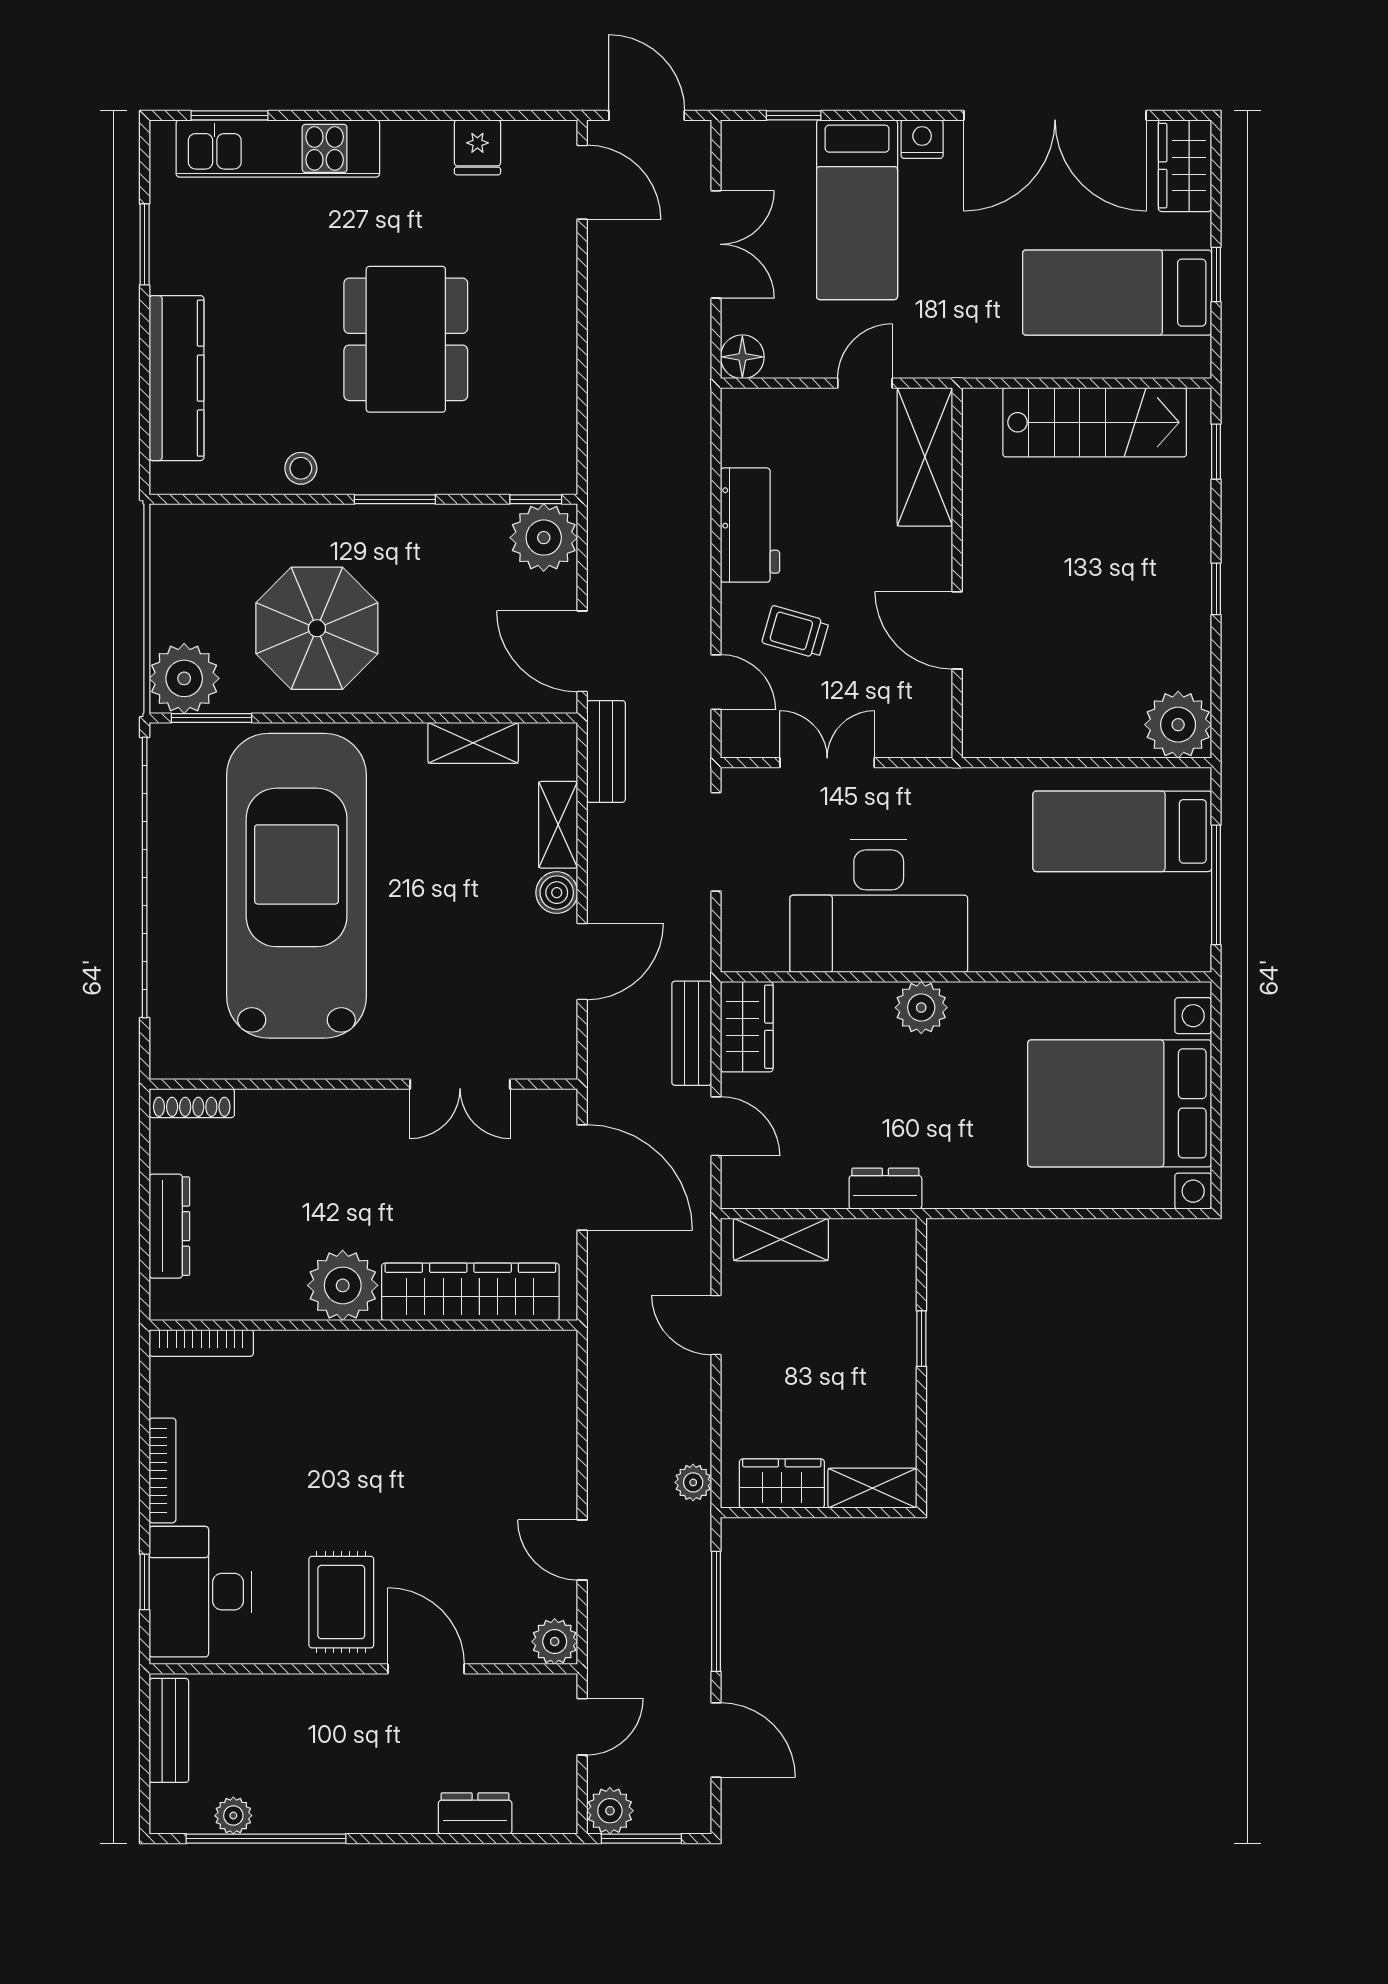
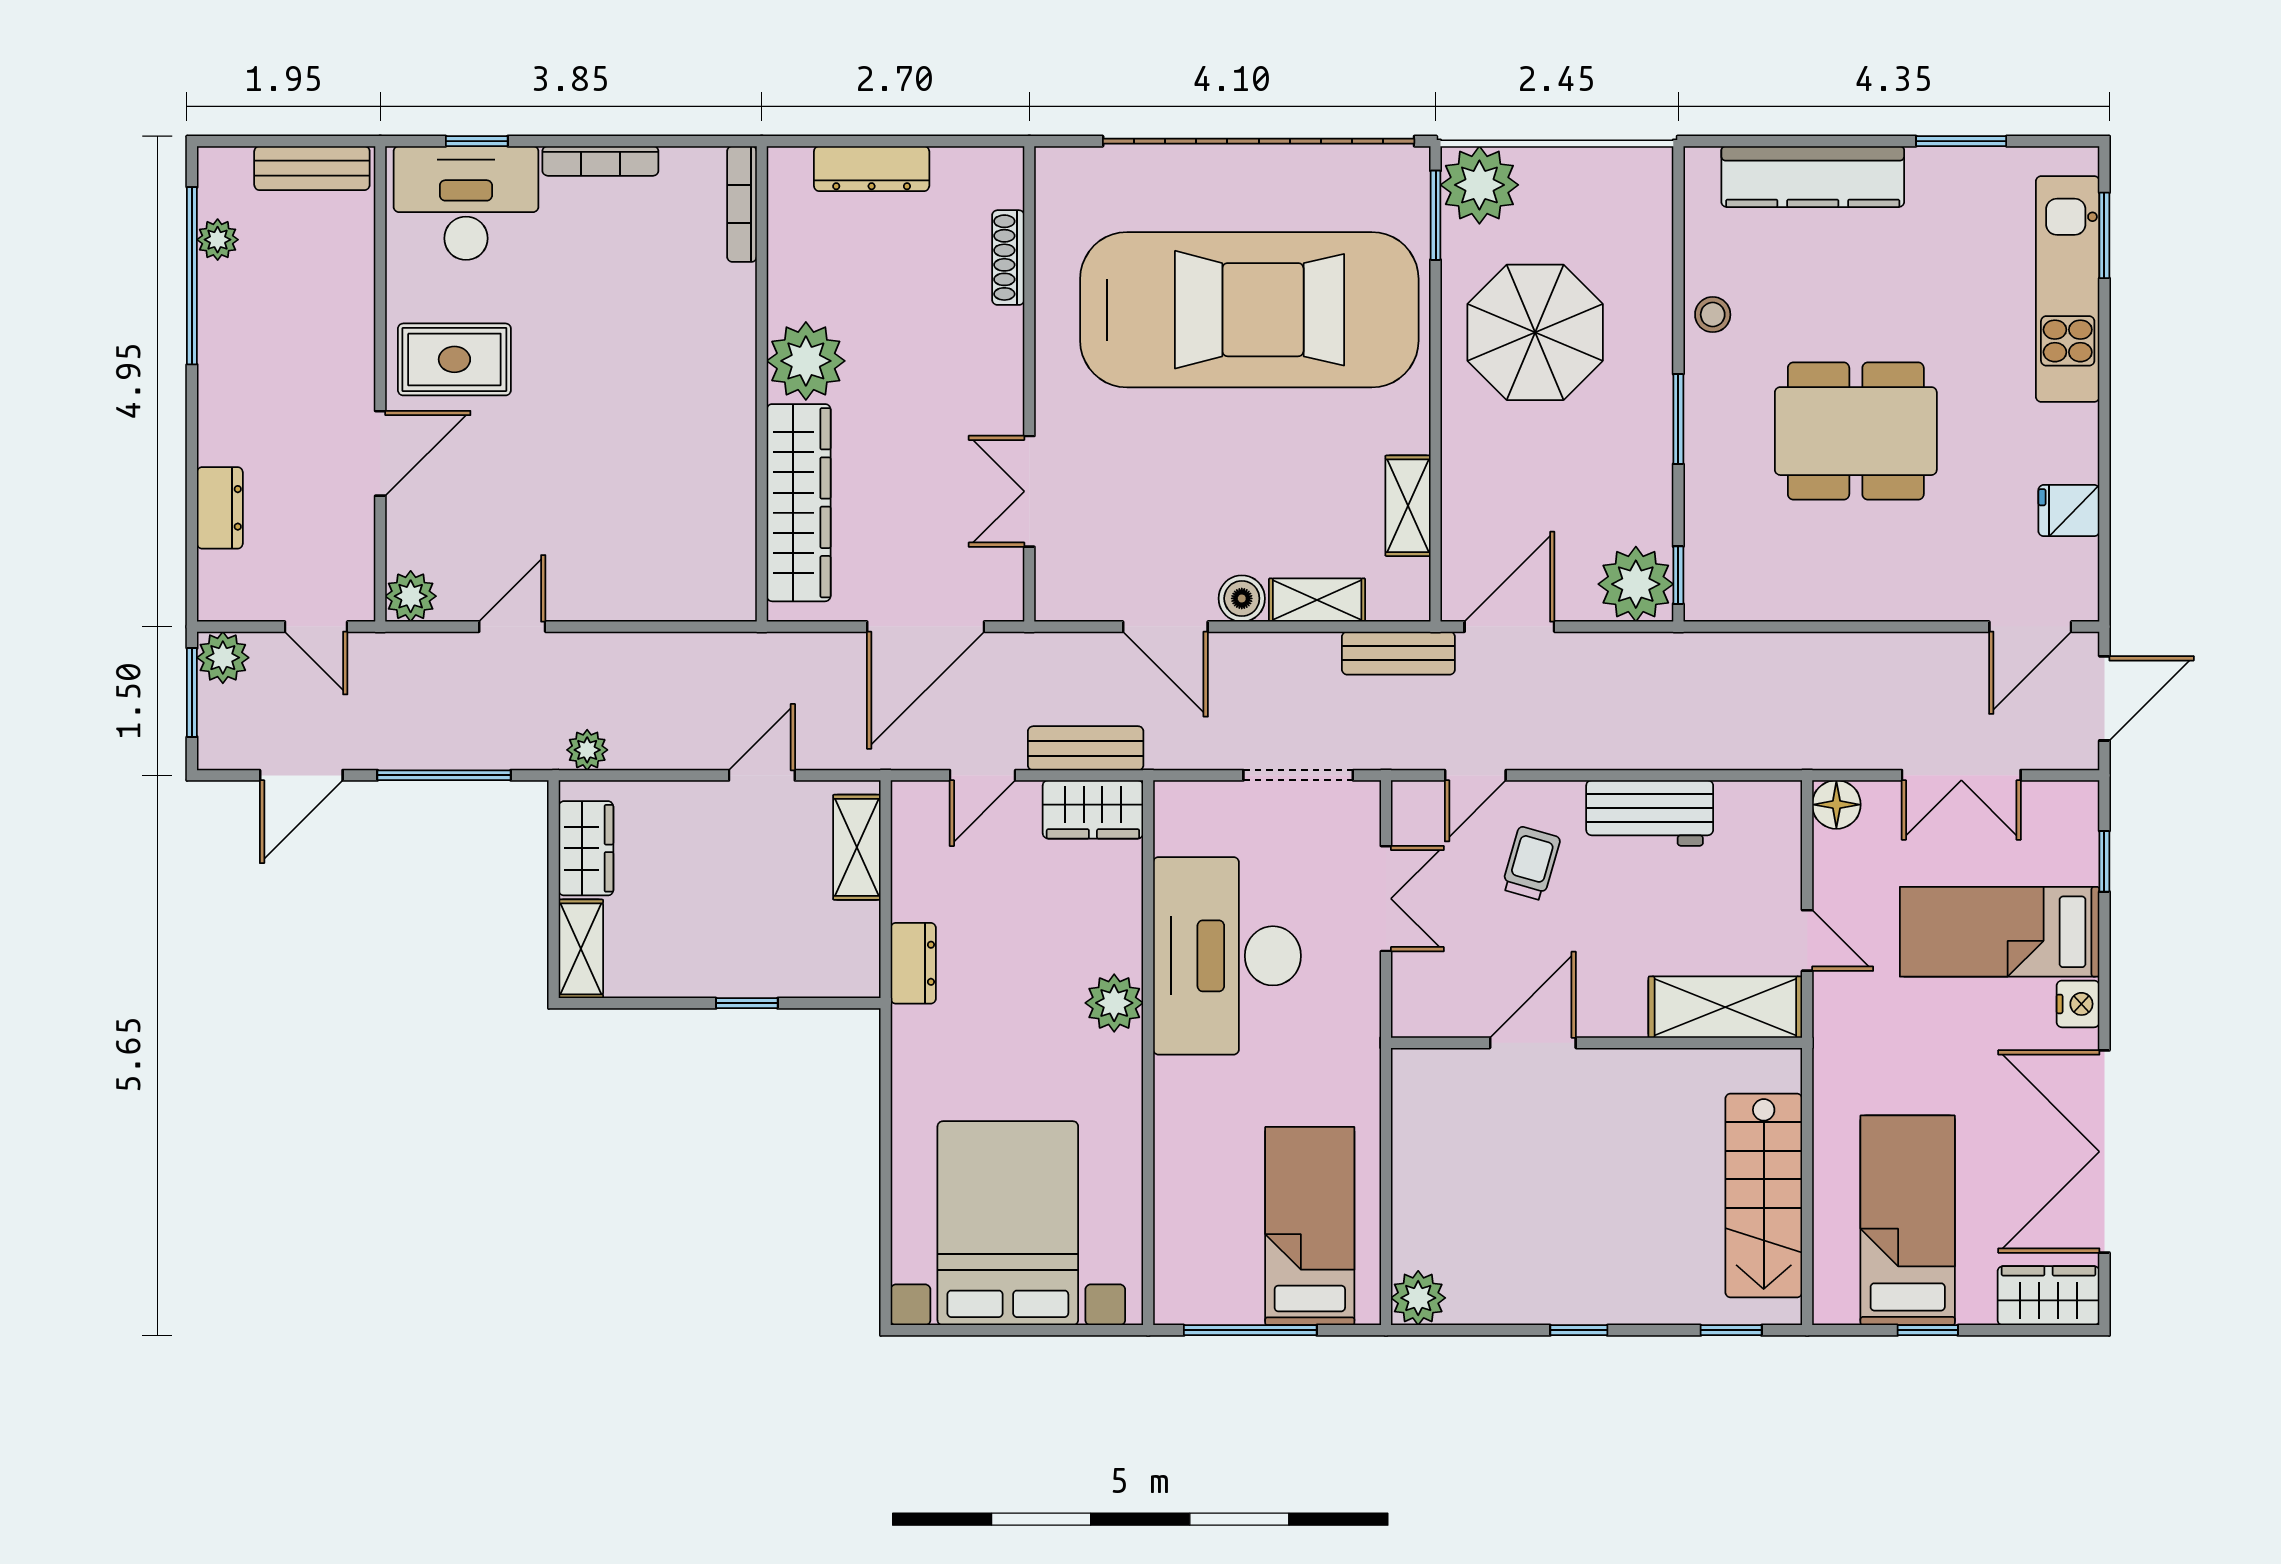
plant: (1178, 725) -> (1418, 1298), width x0.73, depth x0.73
shoe rack: (192, 1103) -> (1008, 258), moved

